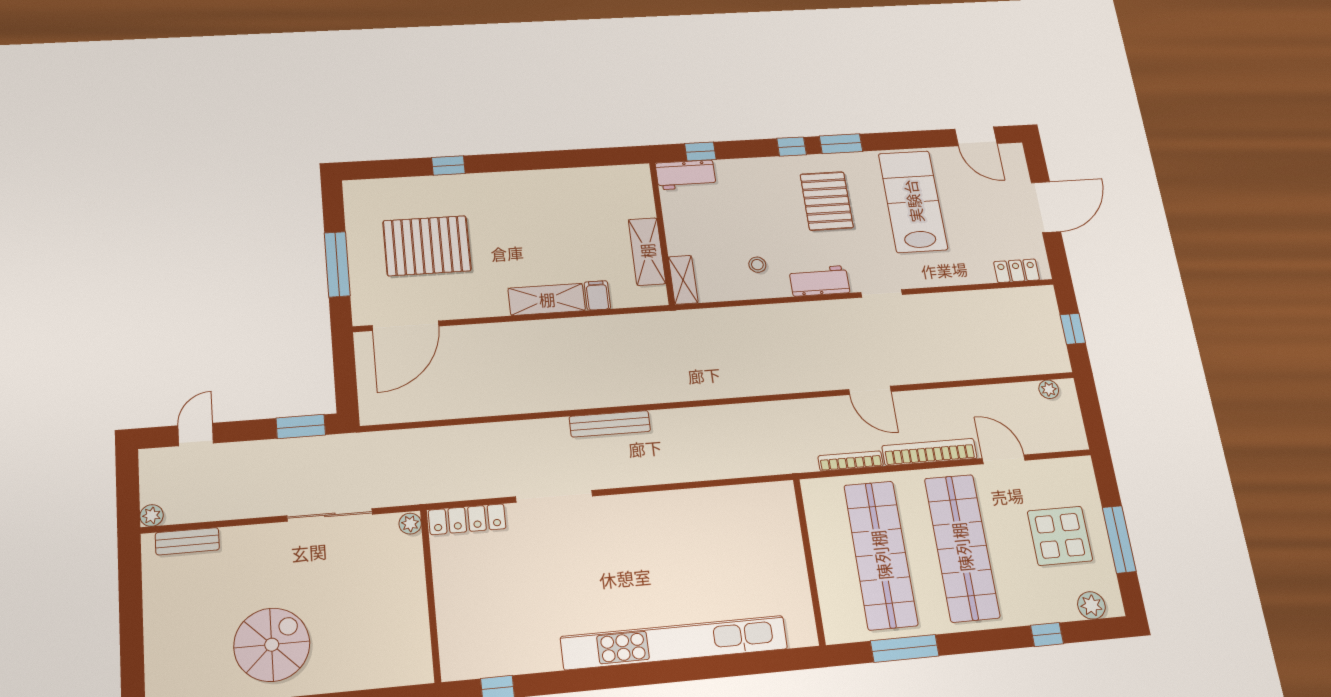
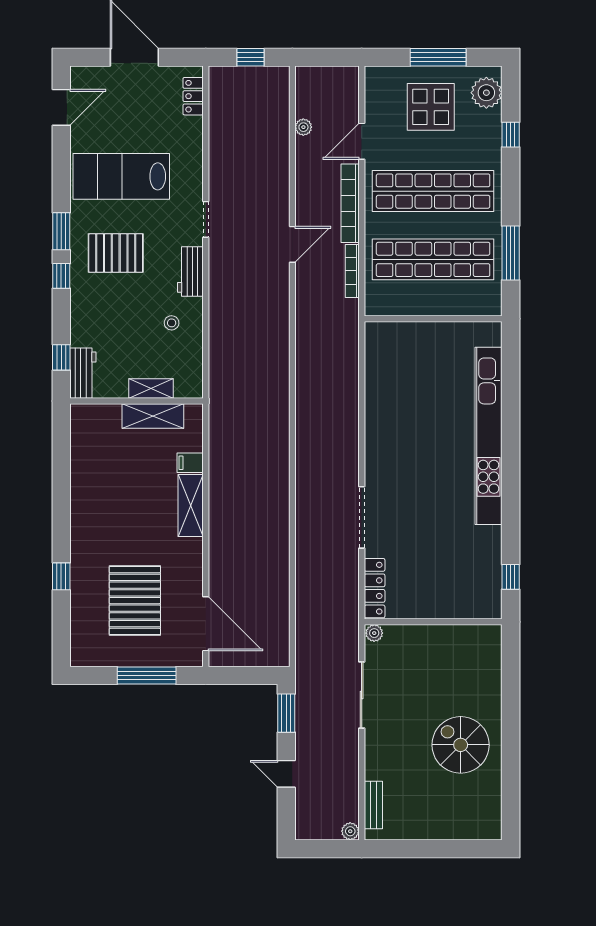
shelving: (683, 280) -> (151, 388), moved
plant: (1049, 389) -> (303, 127), moved
bench: (610, 424) -> (304, 466), removed
door: (196, 434) -> (286, 774), moved
plant: (1091, 605) -> (486, 93), width x1.36, depth x1.36

